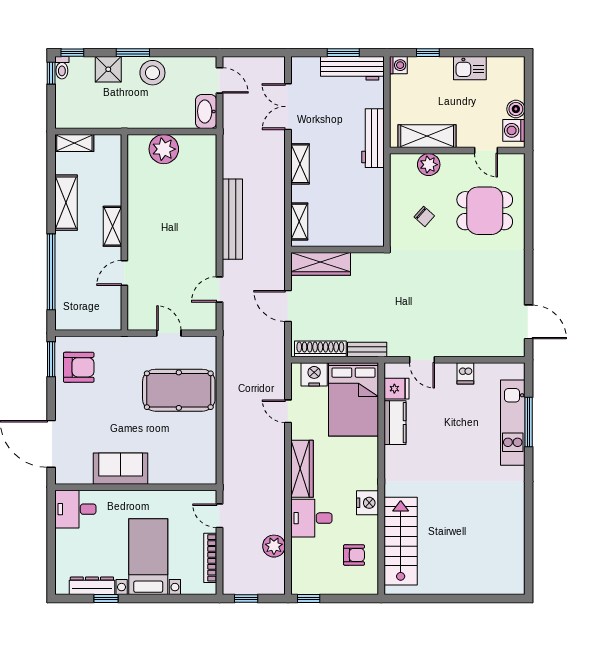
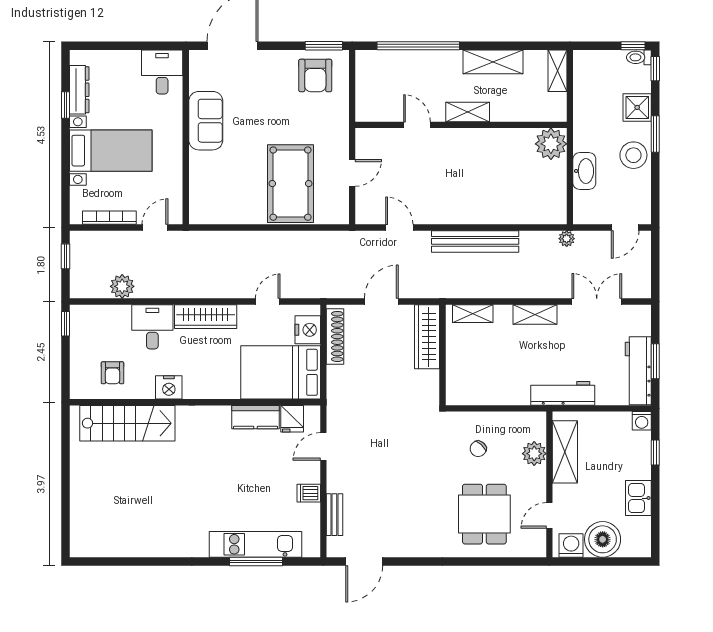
boiler: (516, 109) -> (603, 539), width x1.86, depth x1.86
washbasin: (206, 111) -> (584, 171), moved, turned 90
plant: (230, 135) -> (567, 239), added
plant: (164, 149) -> (551, 144), moved
bench: (367, 349) -> (334, 515), moved

